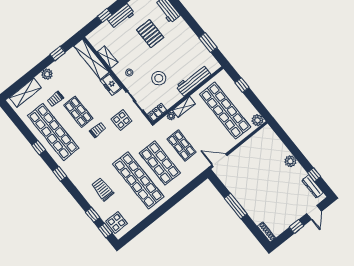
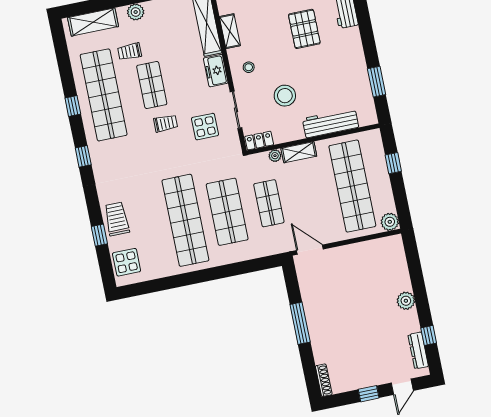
trolley: (103, 189) -> (117, 219), moved
window: (105, 231) -> (106, 265), removed

